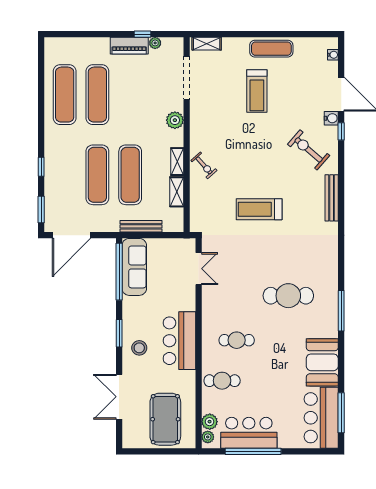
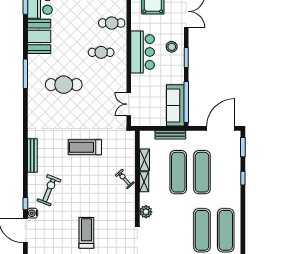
exercise bike: (309, 150) -> (49, 190), turned -109
treadmill: (259, 209) -> (85, 147), turned 180

